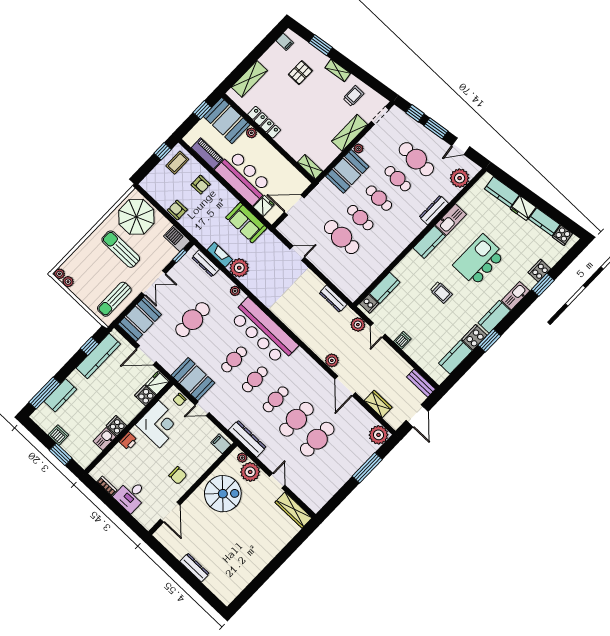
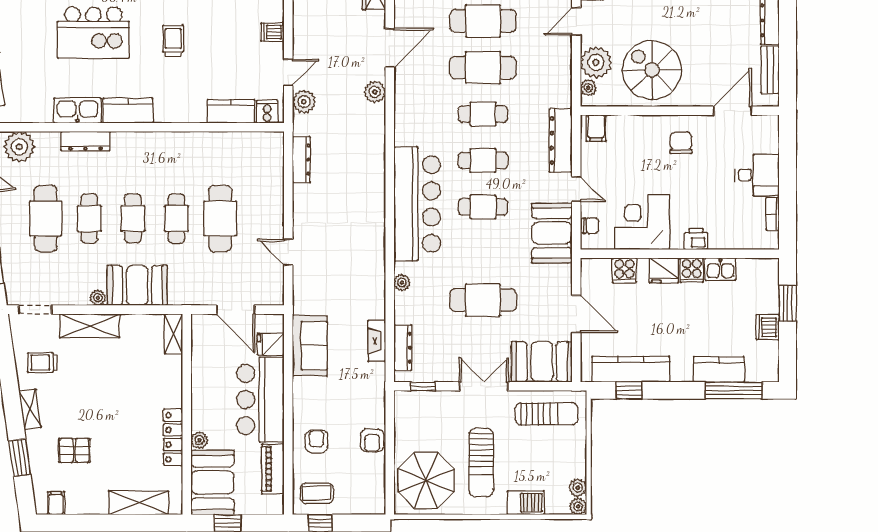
barbecue: (177, 239) -> (526, 503), moved, turned -90
plant: (239, 268) -> (370, 303), removed
fridge: (157, 383) -> (664, 270), moved
dresser: (247, 439) -> (561, 140), moved
bench: (172, 546) -> (770, 70), added

